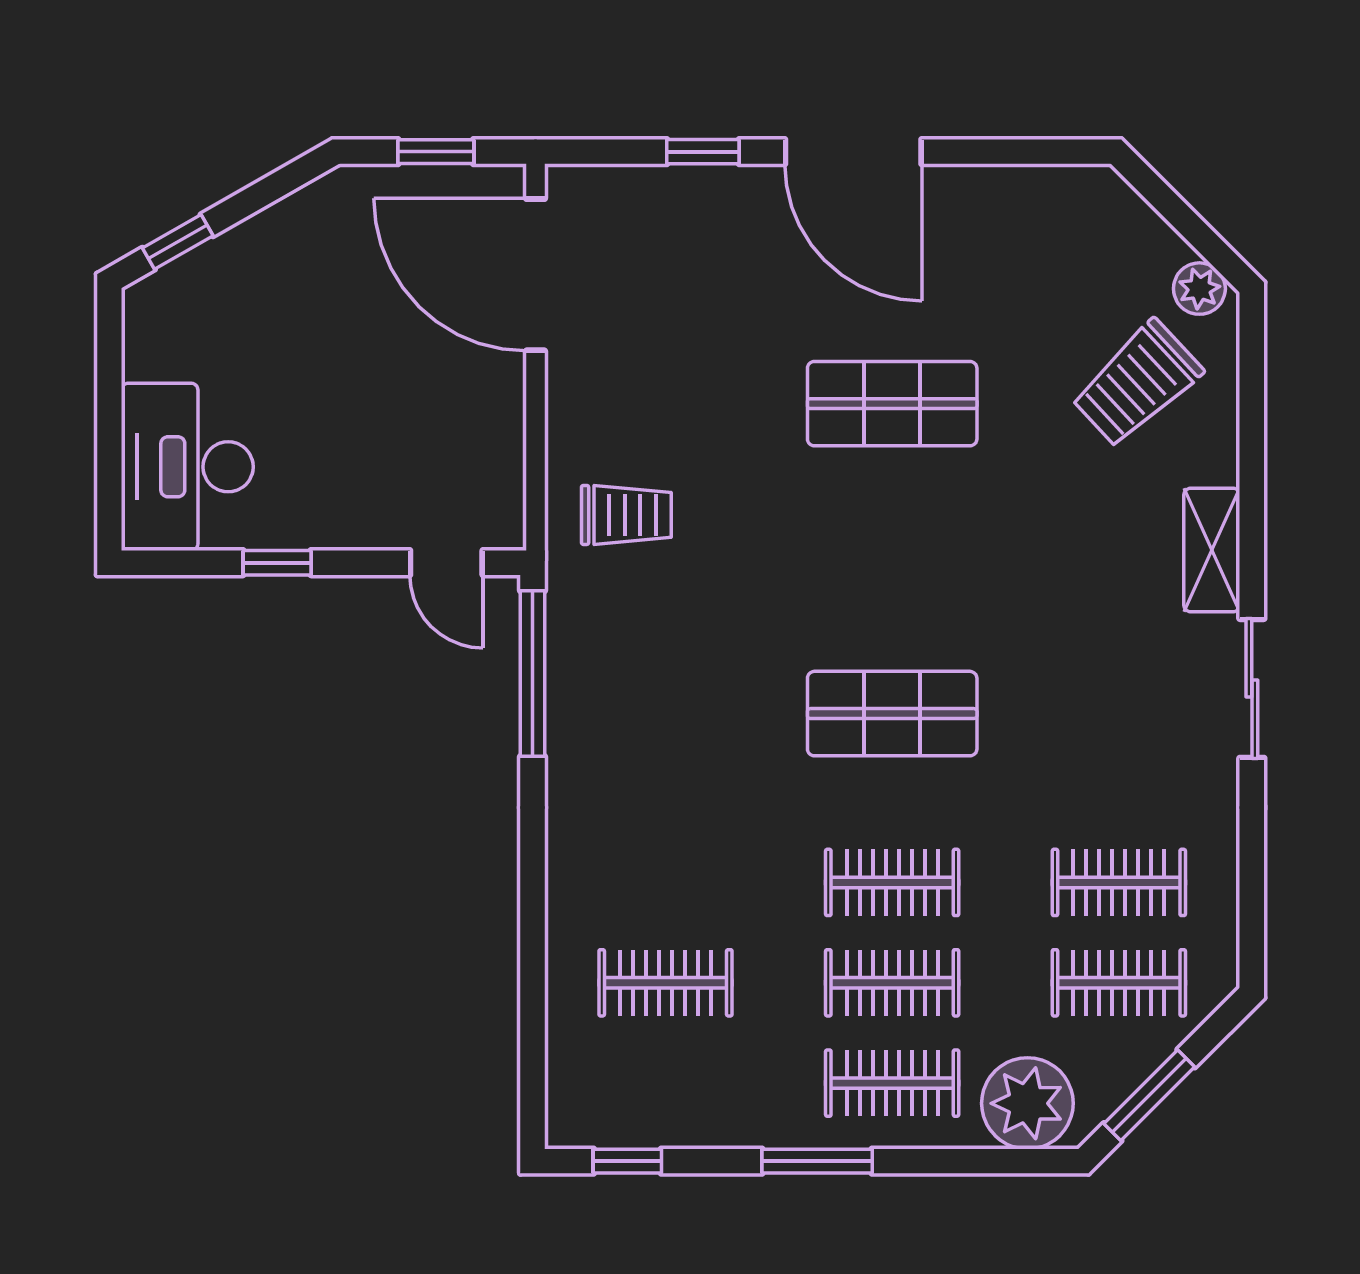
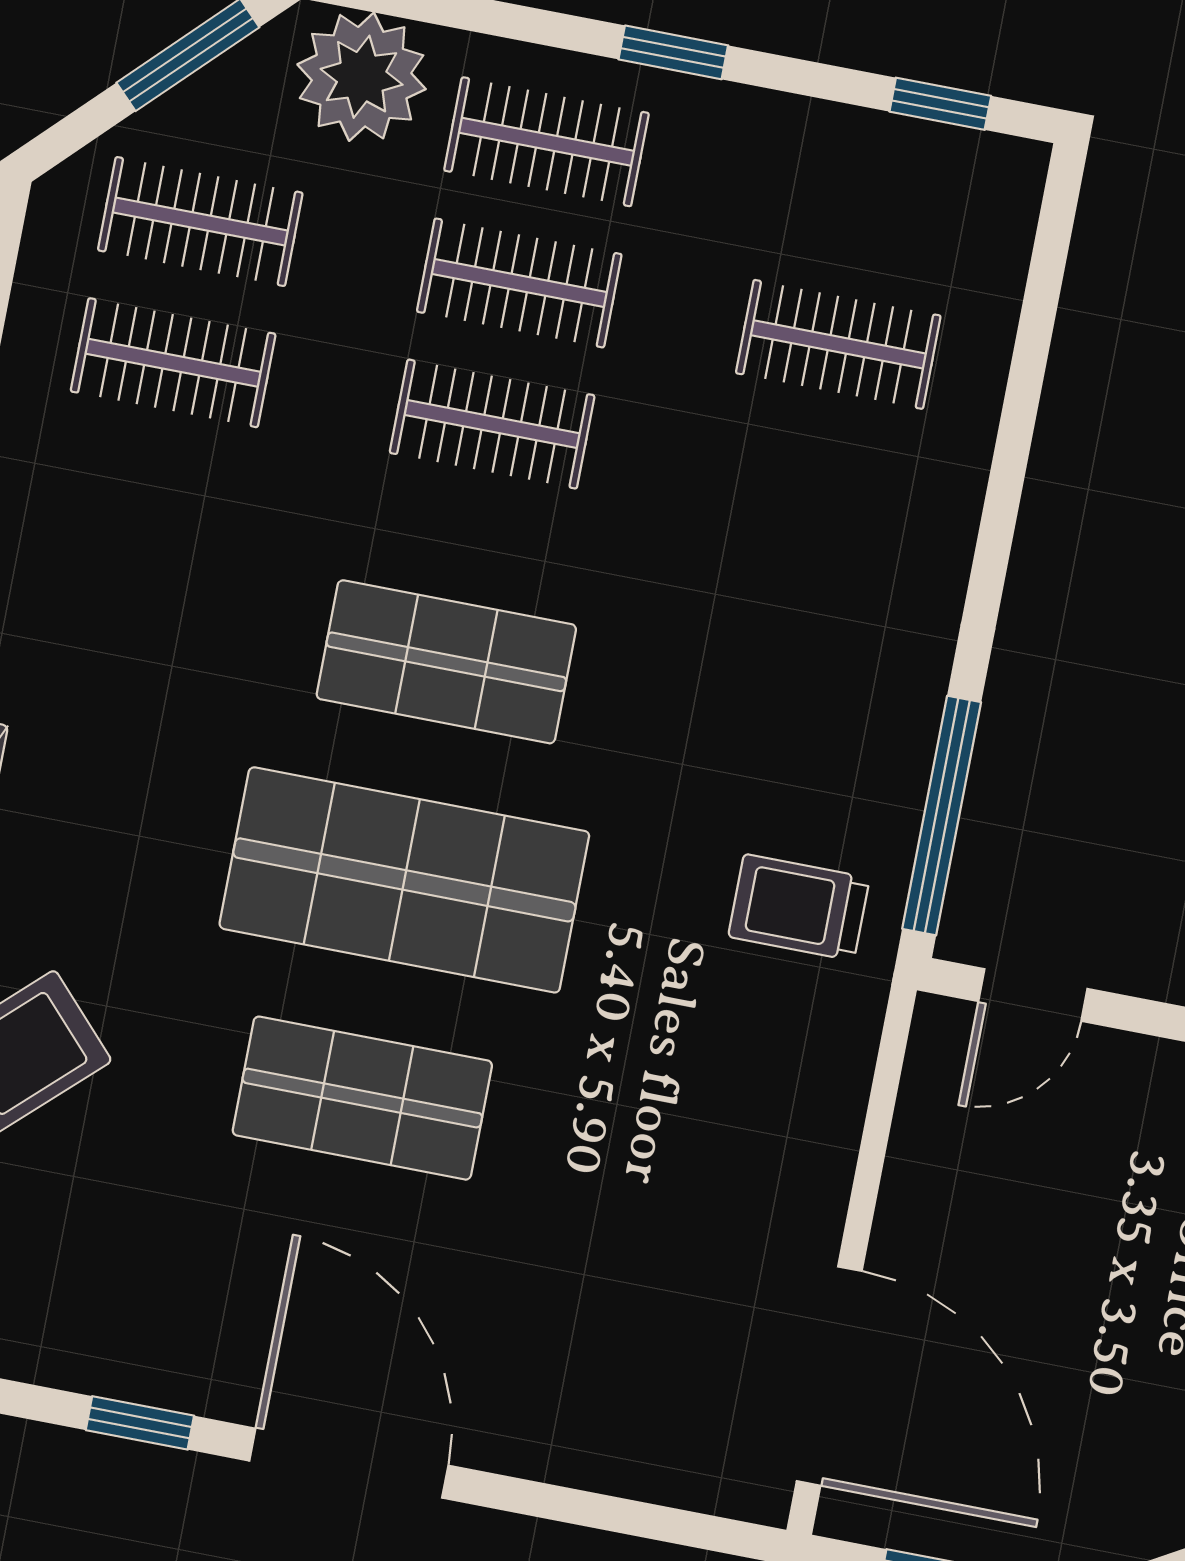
window: (703, 152) -> (140, 1423), moved
trolley: (626, 515) -> (799, 907), moved
shop shelf: (892, 559) -> (404, 880), added
door: (446, 563) -> (1033, 995), swing flipped
window: (817, 1161) -> (673, 52), width x0.67

